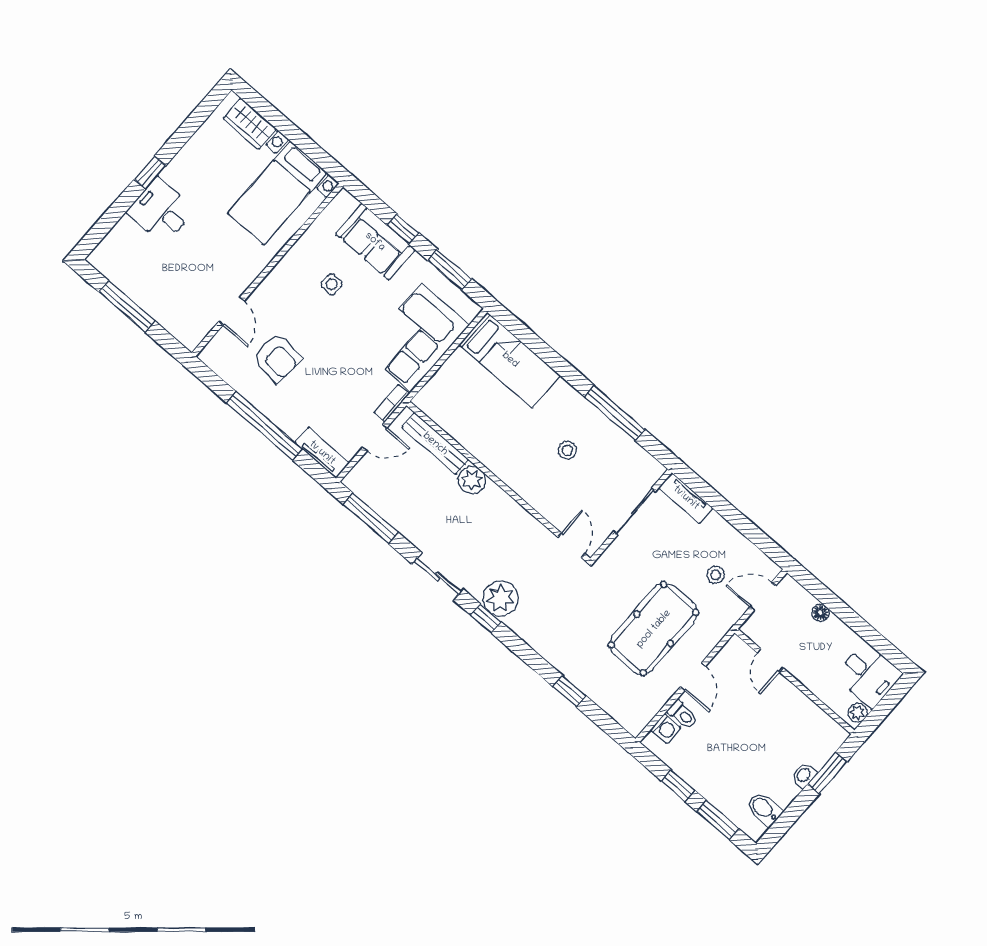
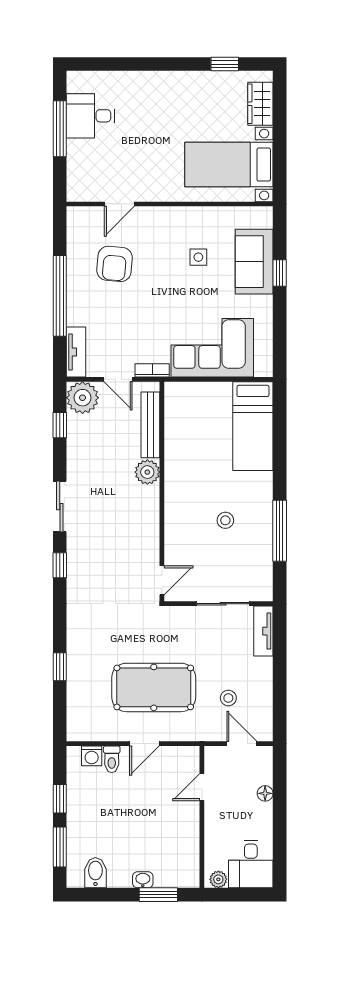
window: (150, 172) -> (225, 64), moved
desk: (161, 211) -> (90, 116), moved, turned -90
window: (449, 269) -> (280, 330), removed
window: (371, 518) -> (60, 425), width x0.46
plant: (501, 598) -> (83, 398), moved

